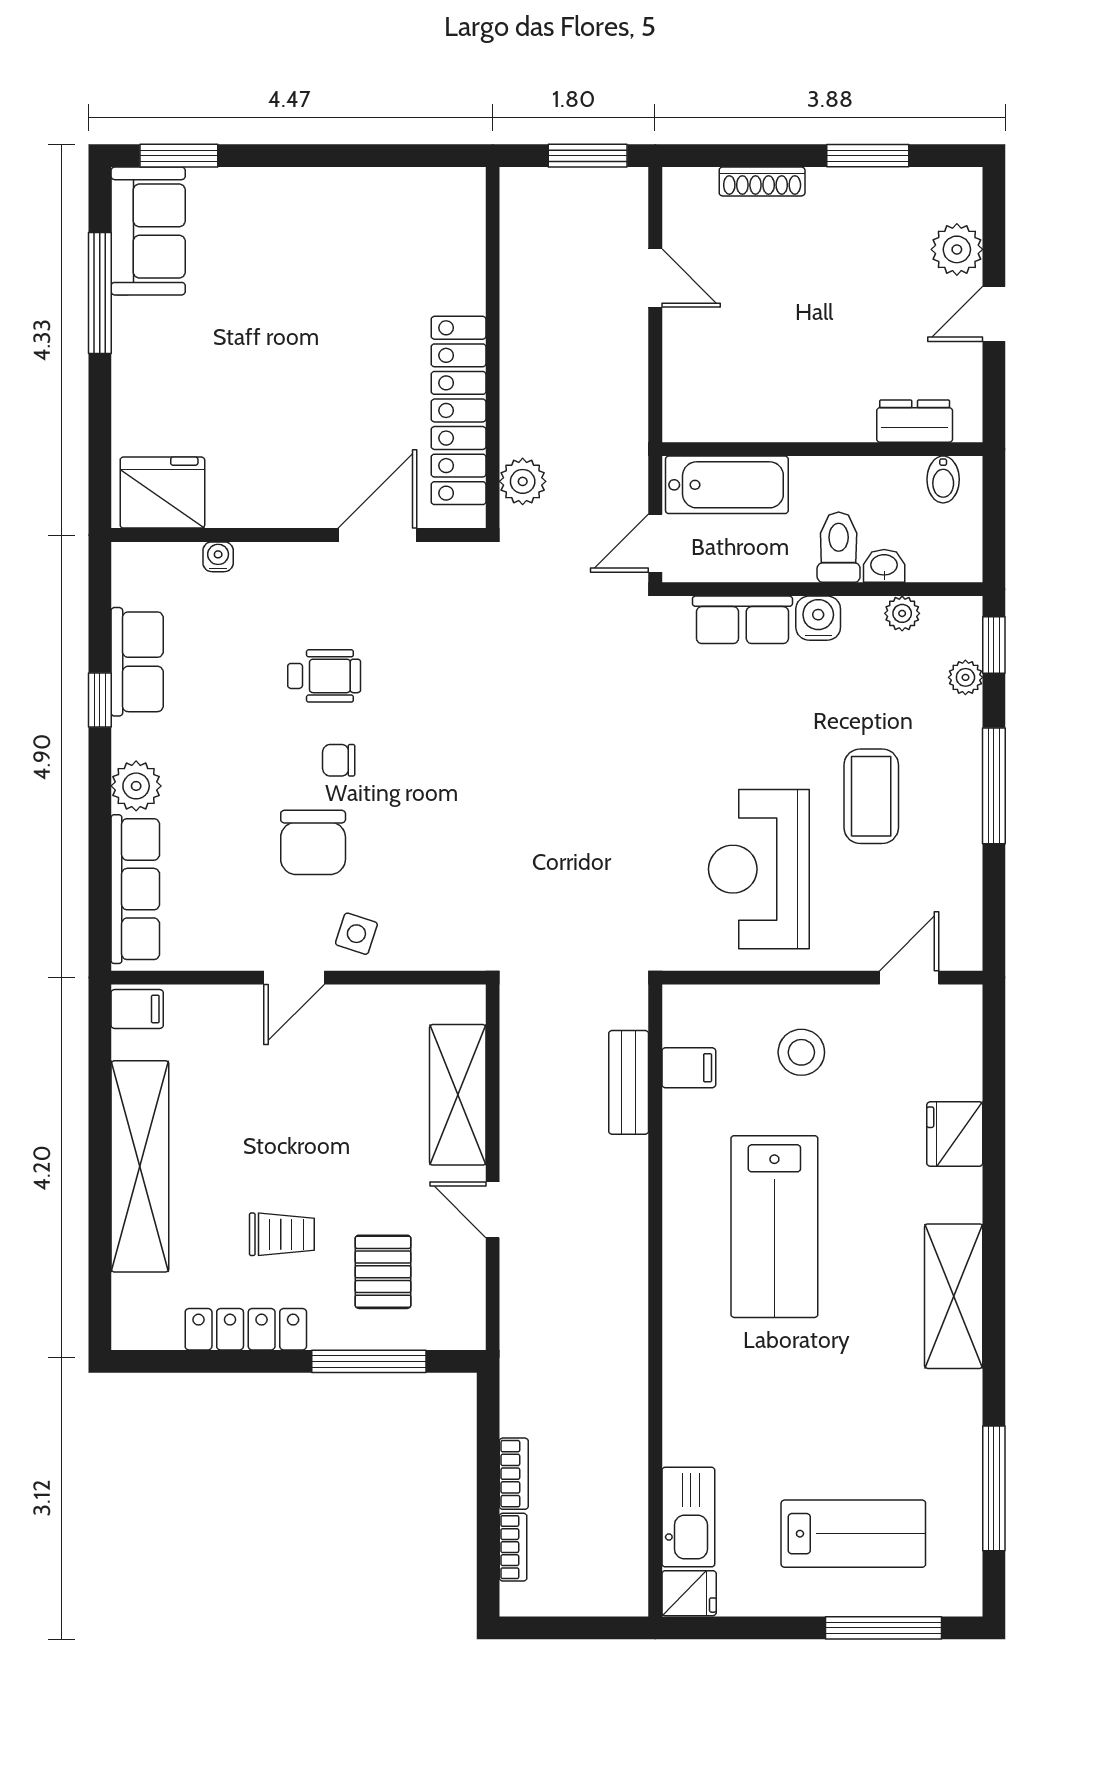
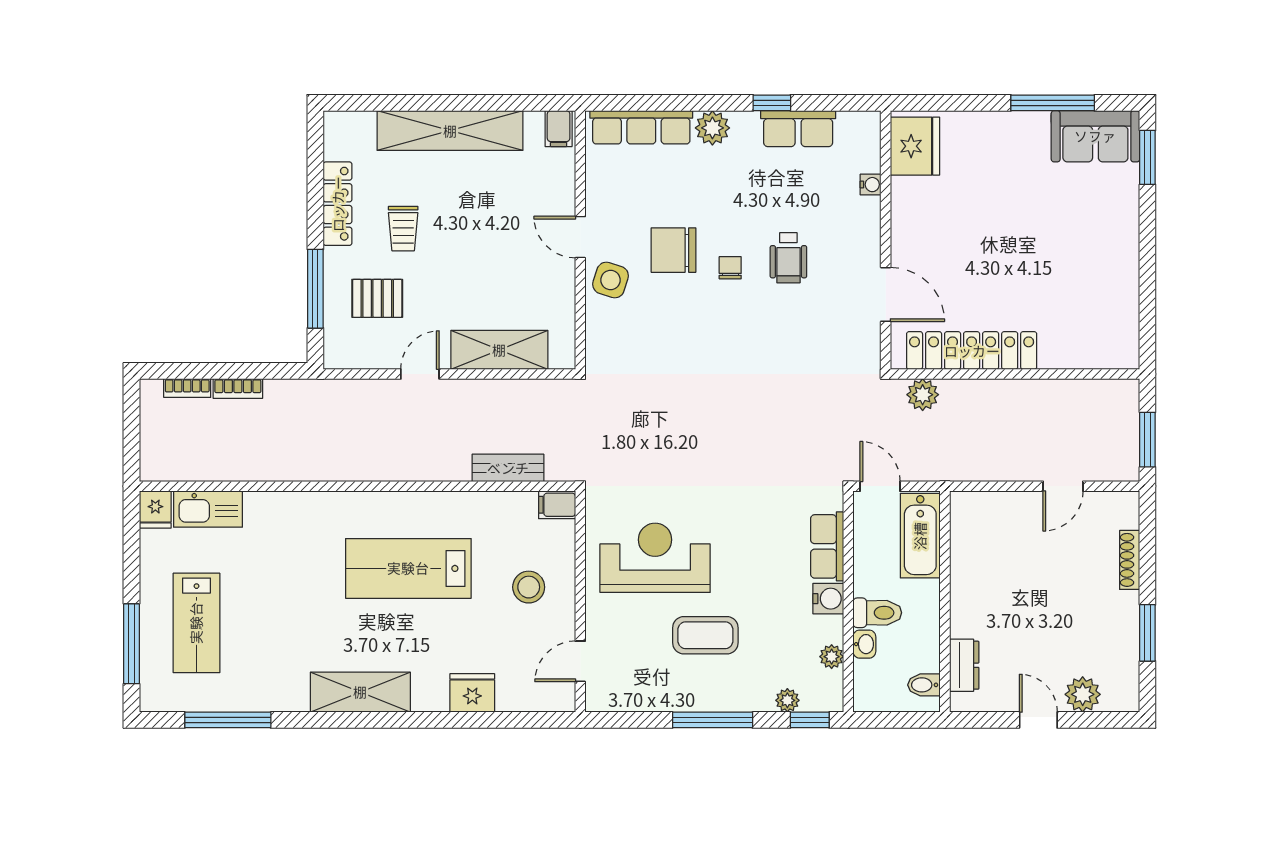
side table: (356, 934) -> (611, 280), width x1.37, depth x1.37
door: (909, 978) -> (580, 661), swing flipped
filing cabinet: (689, 1068) -> (557, 505), moved, turned 90

